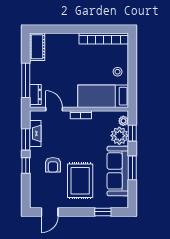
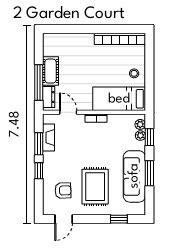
cot: (37, 47) -> (50, 71), moved
plant: (119, 136) -> (140, 136), width x0.53, depth x0.53
armchair: (53, 165) -> (63, 190), moved, turned -92

